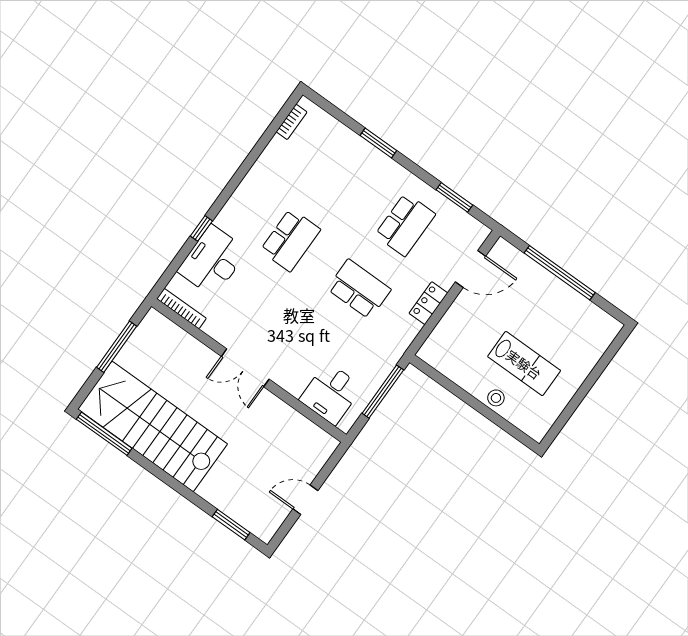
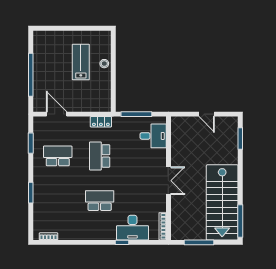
locker: (428, 303) -> (101, 122), moved

